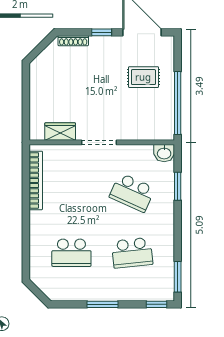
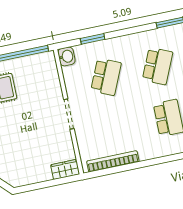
wardrobe: (60, 132) -> (65, 169), moved, turned 90
school desk: (132, 253) -> (158, 66), turned 30

